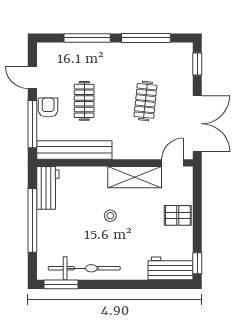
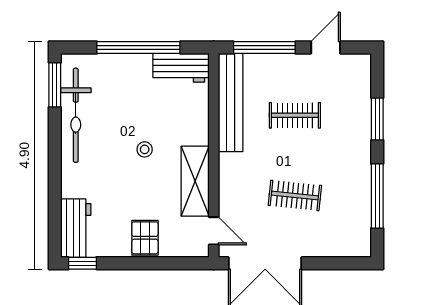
window: (87, 38) -> (377, 119), width x0.69
window: (197, 64) -> (343, 263), removed
armchair: (48, 107) -> (286, 68), removed

